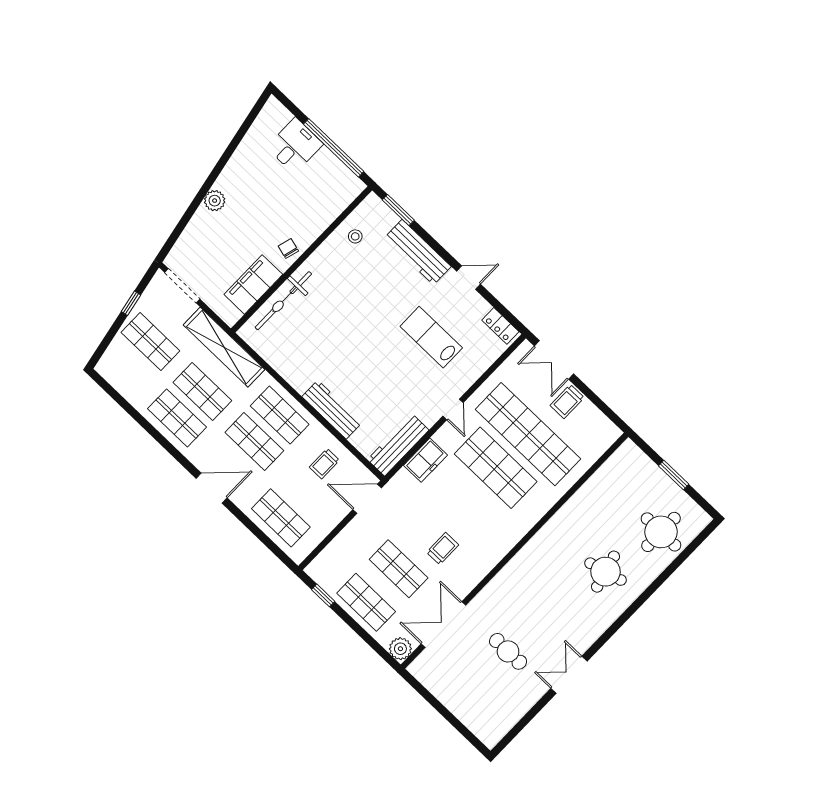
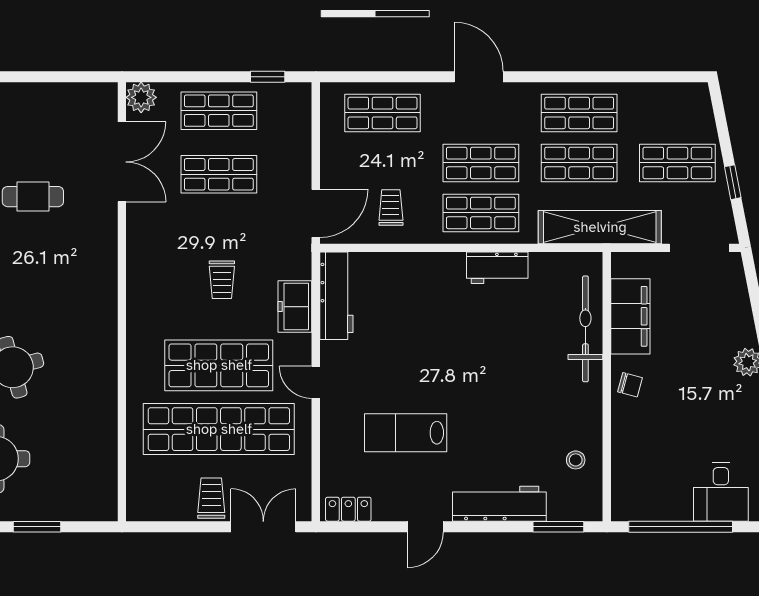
lab bench: (431, 337) -> (406, 433), turned 180
workbench: (332, 410) -> (497, 268), moved, width x0.73
door: (212, 488) -> (479, 77), swing flipped
trolley: (443, 549) -> (222, 280), moved

